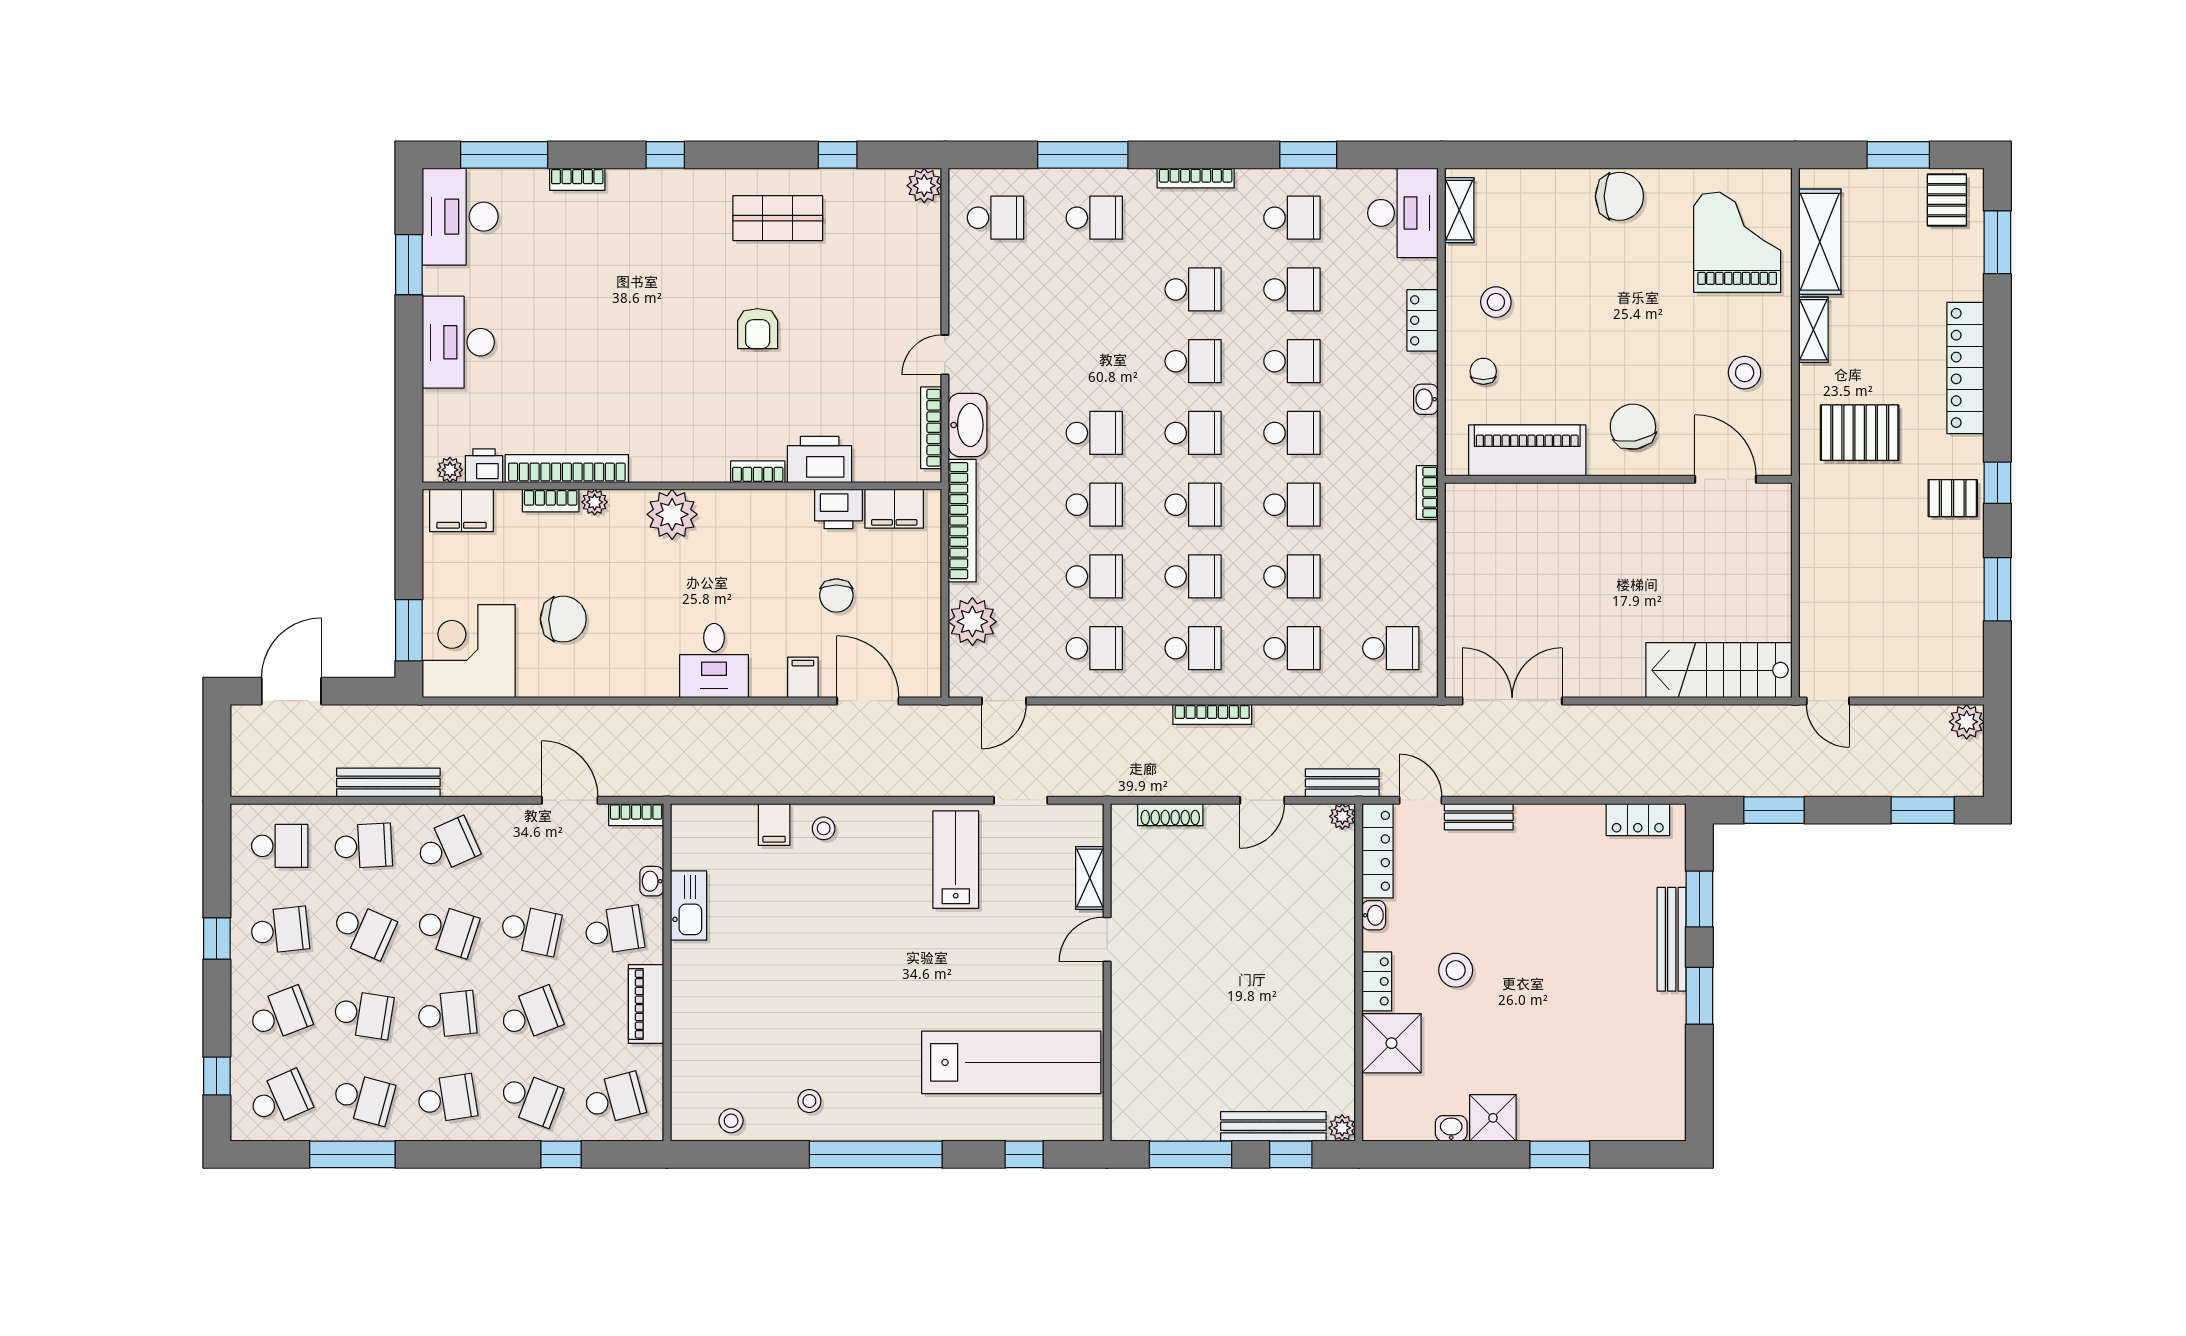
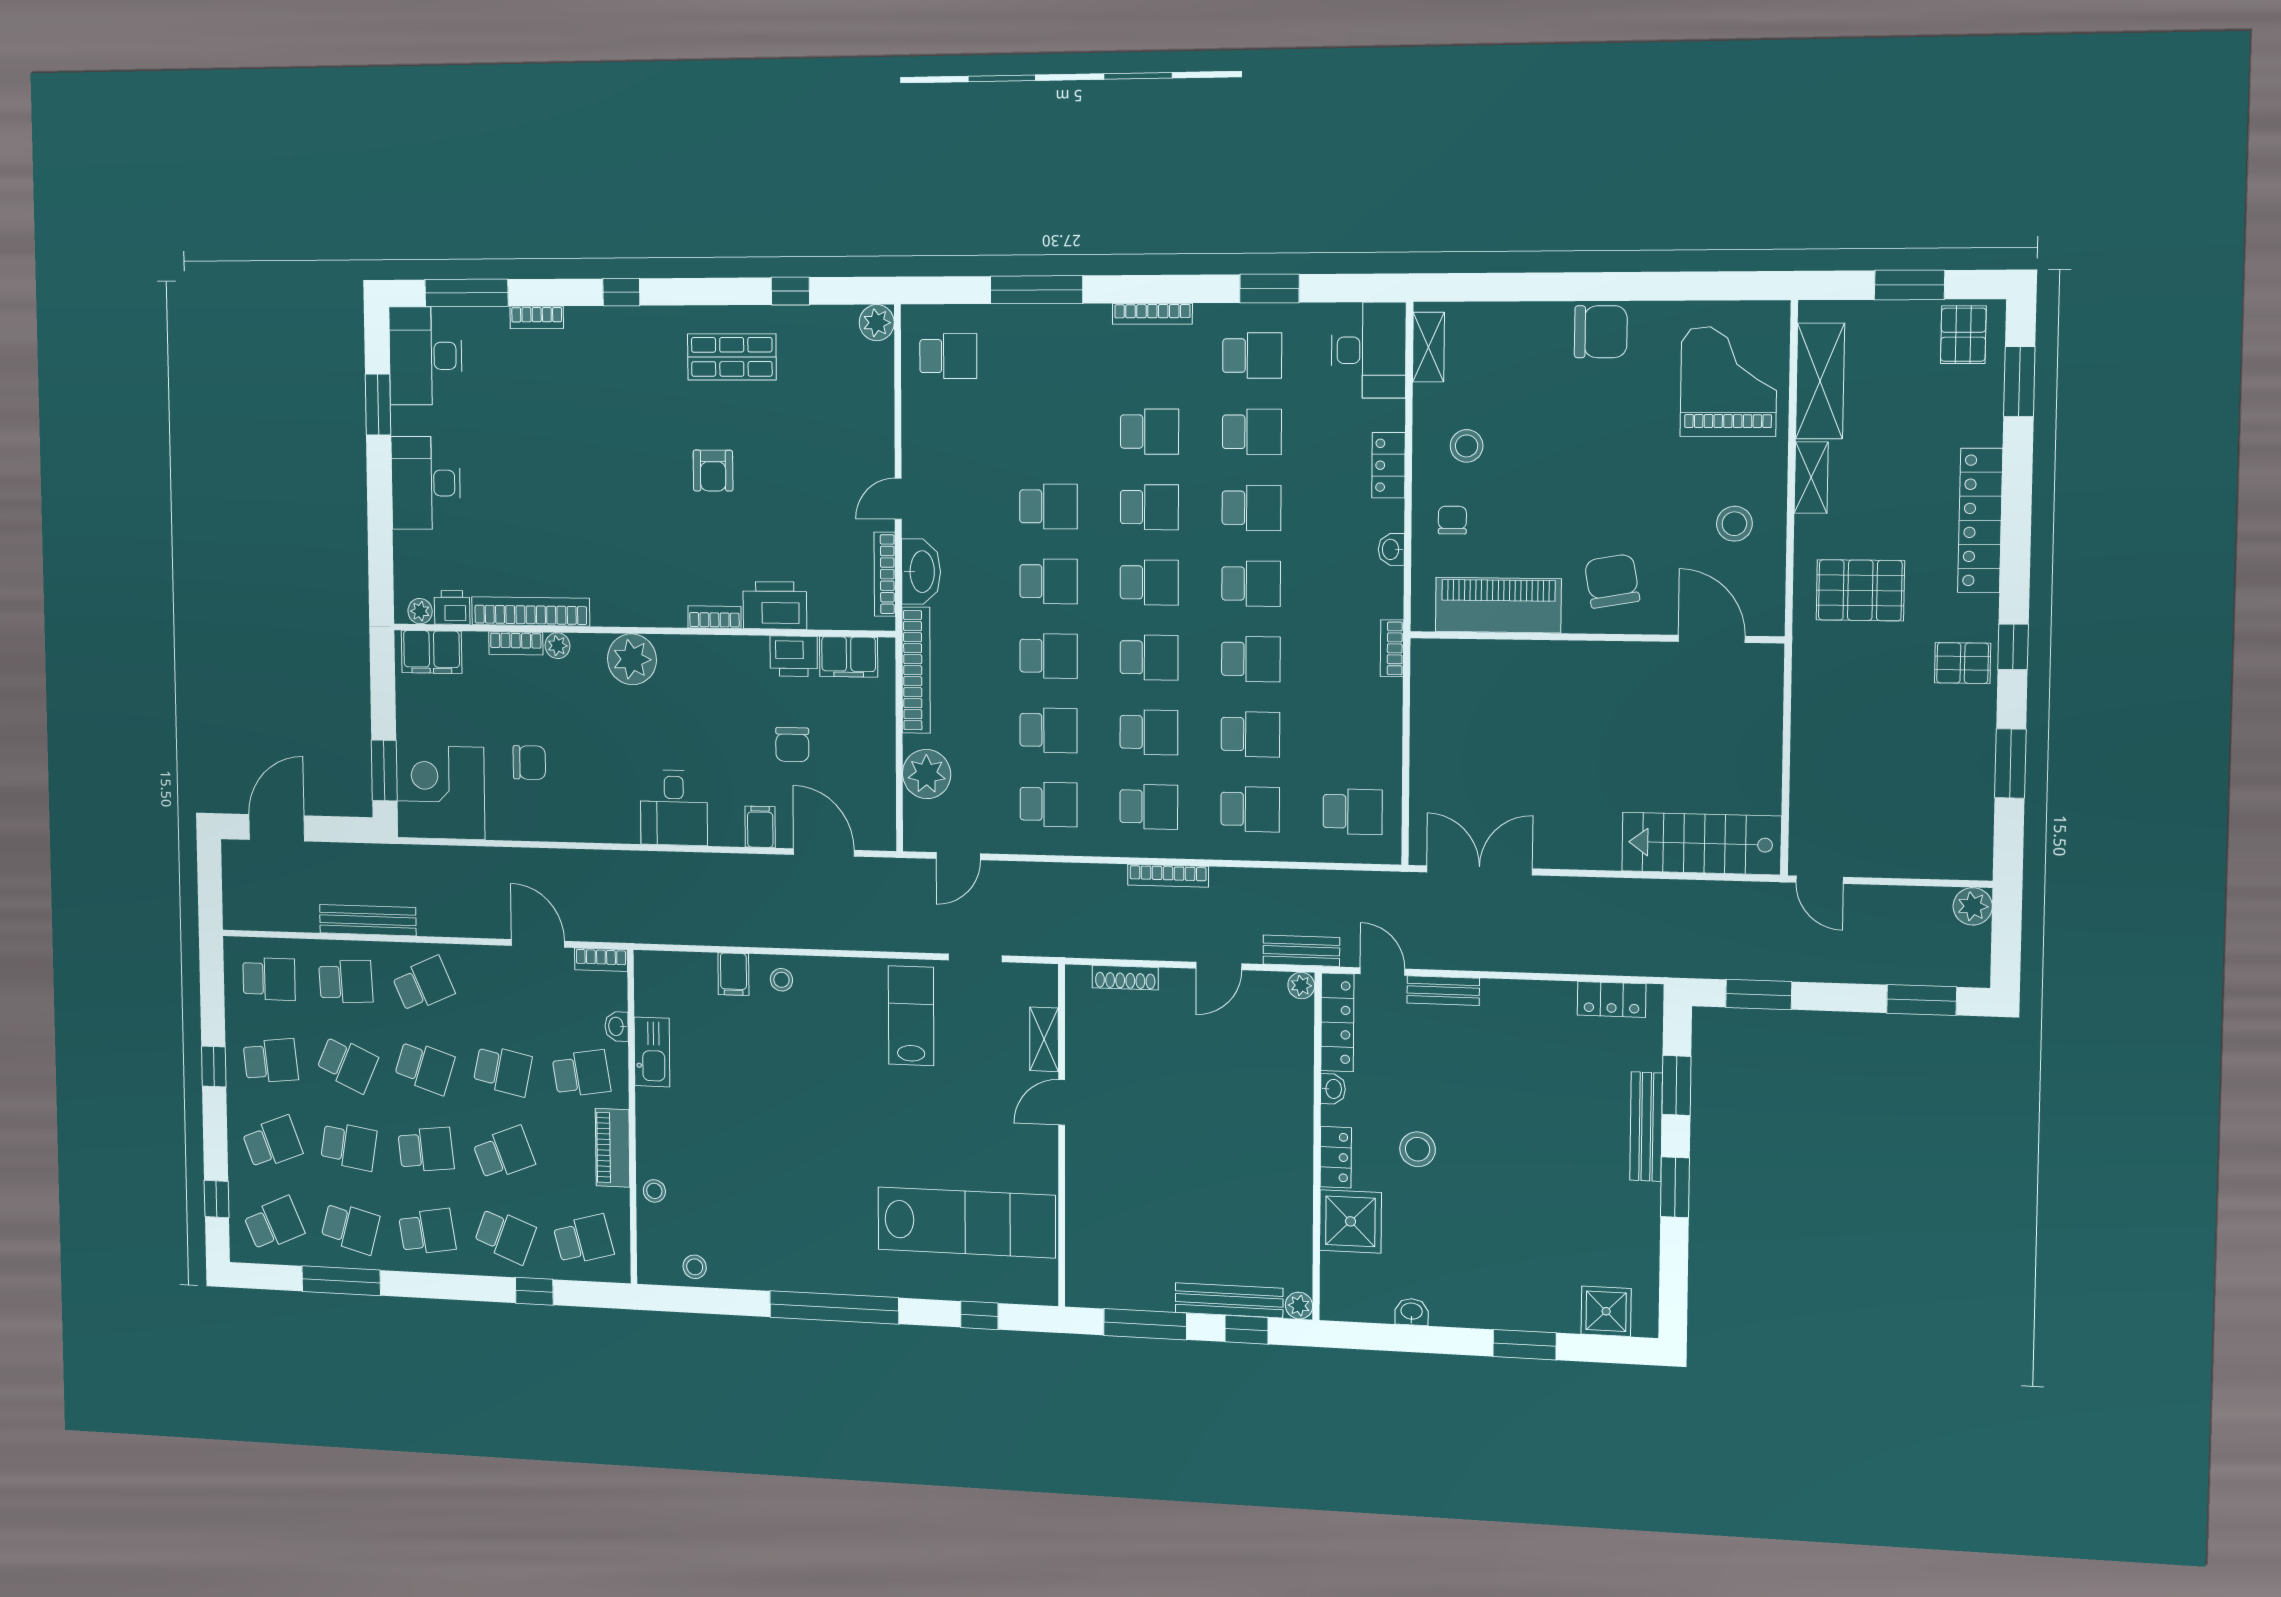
school desk: (1094, 218) -> (1048, 506), moved
chair: (563, 619) -> (529, 763), width x0.73, depth x0.73
stool: (809, 1101) -> (654, 1191), moved
shower: (1493, 1118) -> (1606, 1311), moved

